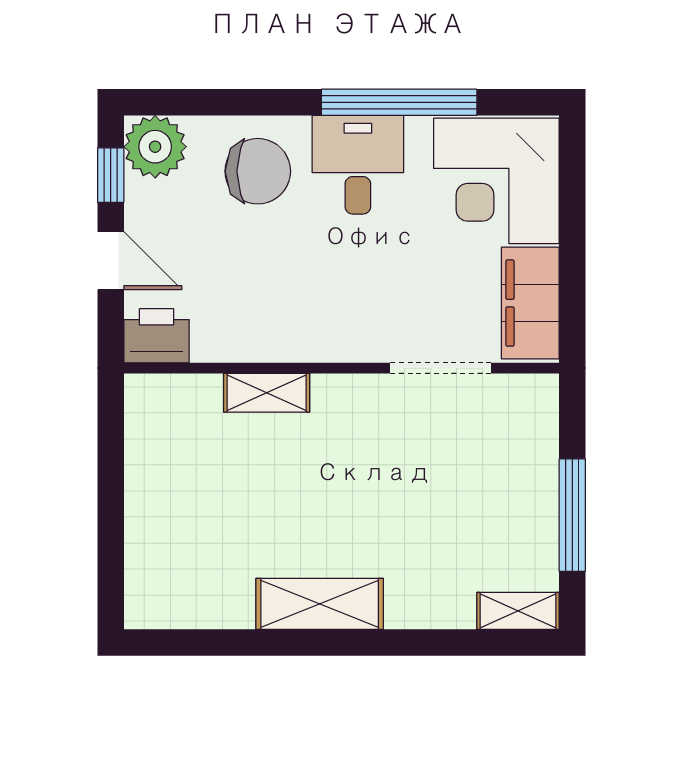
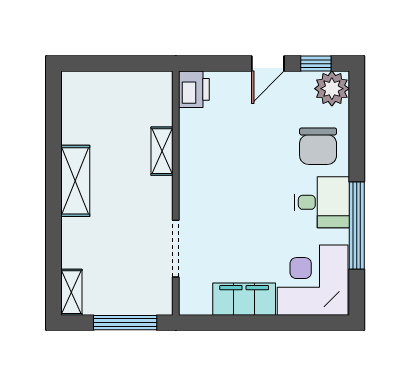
printer: (157, 336) -> (194, 89), moved
wall: (341, 368) -> (176, 193), moved
doorway: (440, 368) -> (176, 249), moved
shelving: (267, 393) -> (162, 151), moved

